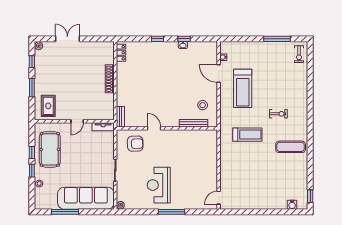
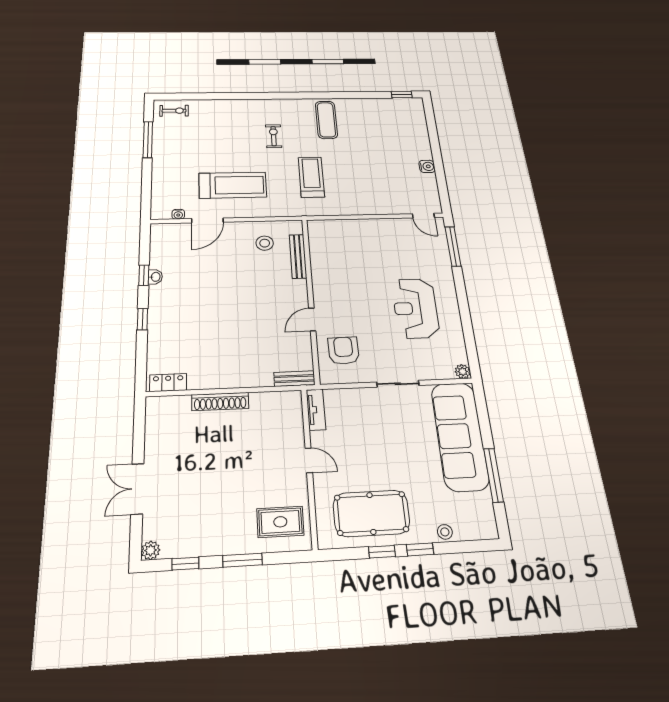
reception desk: (159, 185) -> (415, 308), turned 90
water cooler: (292, 205) -> (427, 166), moved
window: (171, 212) -> (453, 246), moved

